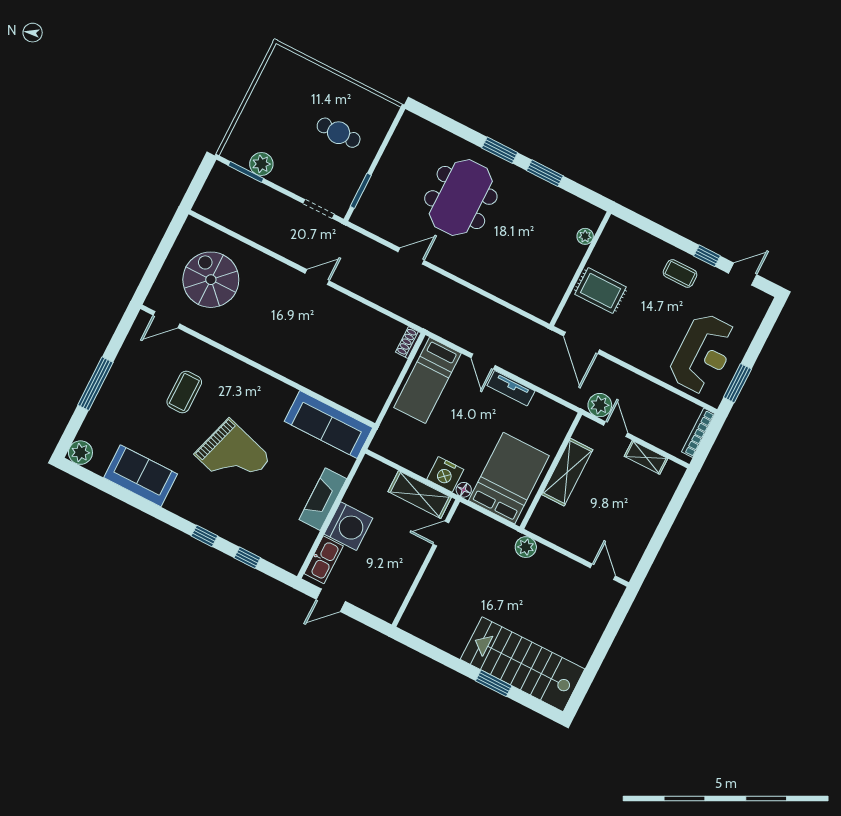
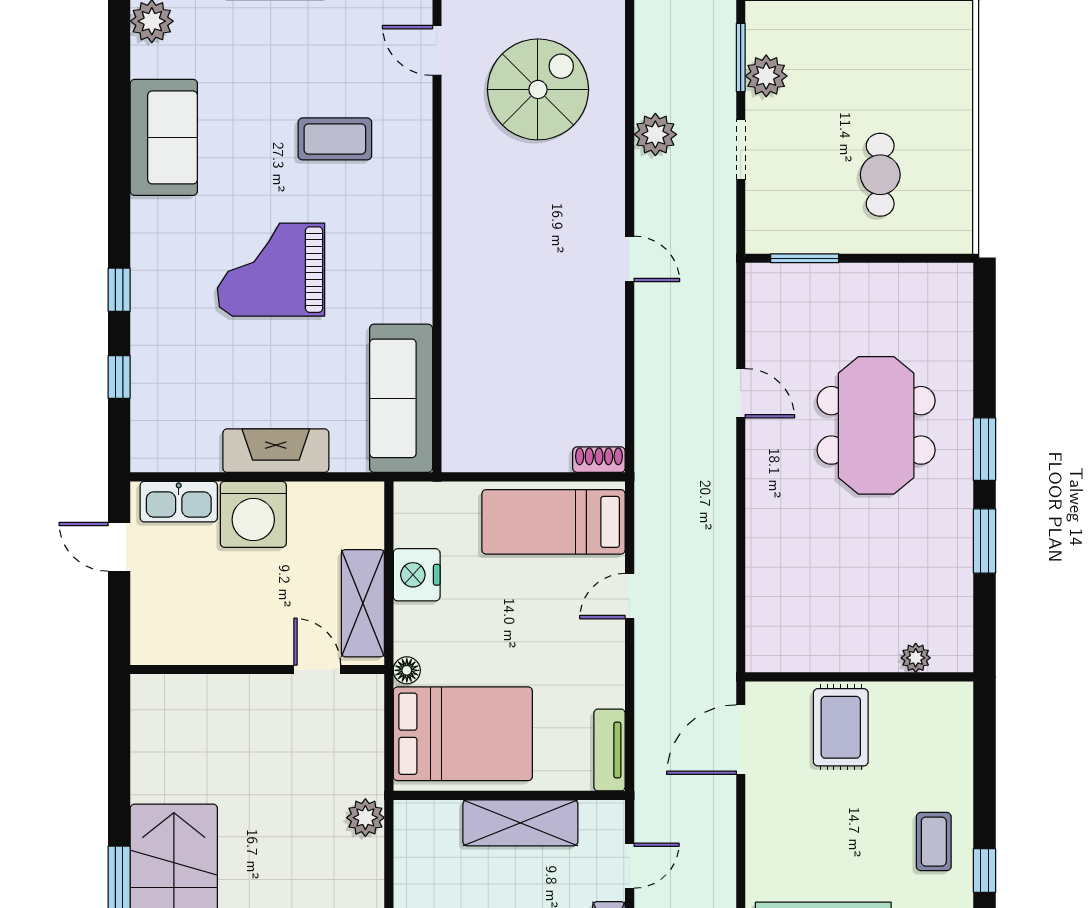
meeting table: (461, 198) -> (876, 425), turned 90
doorway: (318, 209) -> (741, 150), moved
tv unit: (511, 388) -> (610, 750), moved
plant: (600, 405) -> (655, 134), moved
grand piano: (233, 456) -> (271, 270), turned 73
nightstand: (445, 474) -> (417, 575), moved

